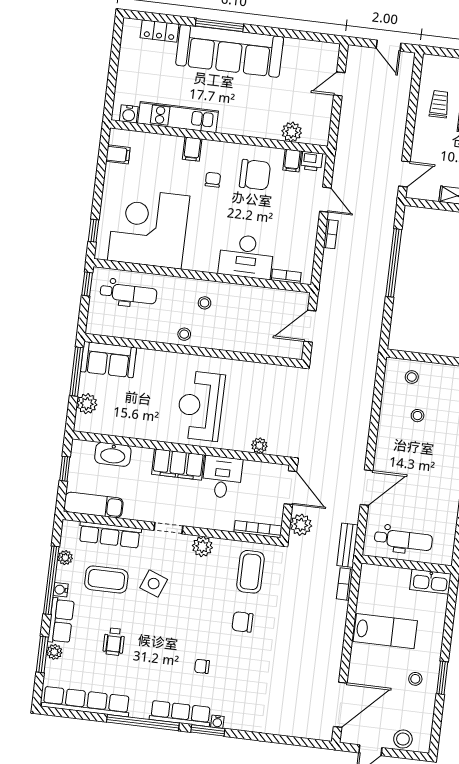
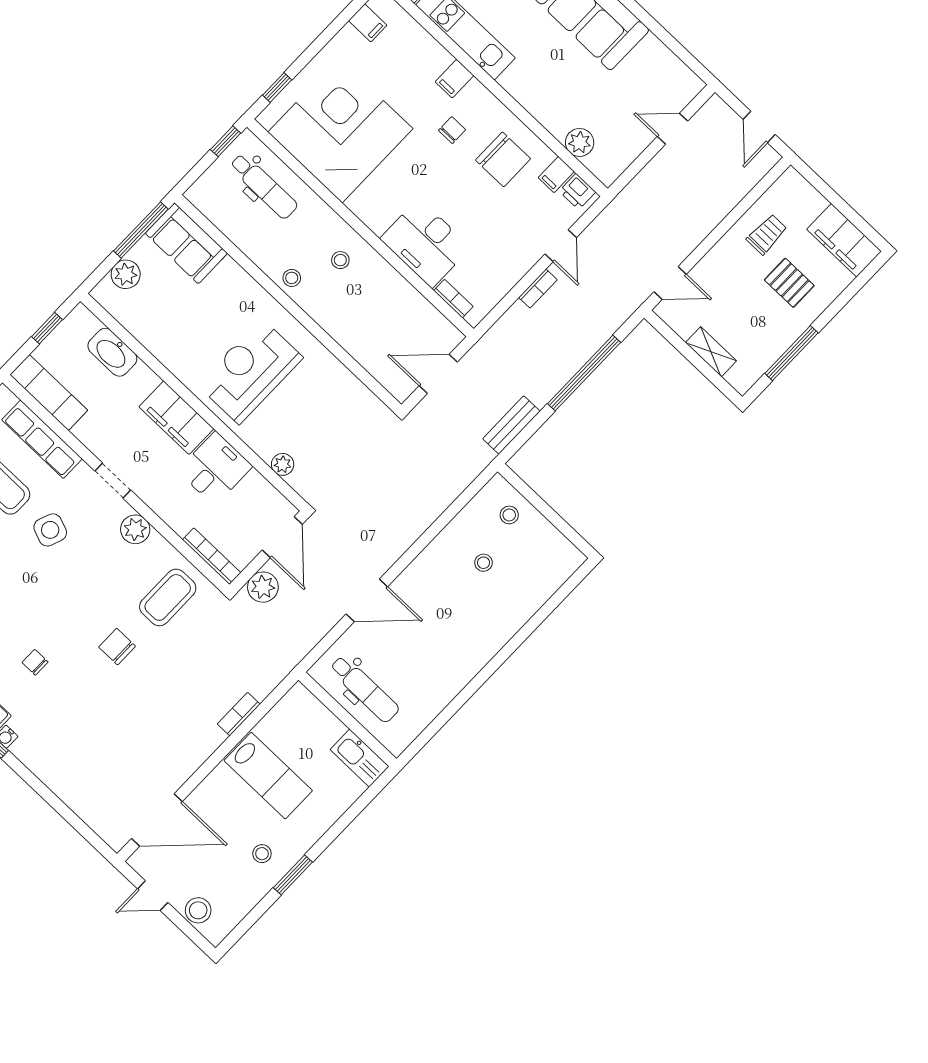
bench: (347, 545) -> (511, 425), moved
bookcase: (345, 584) -> (239, 714), moved

